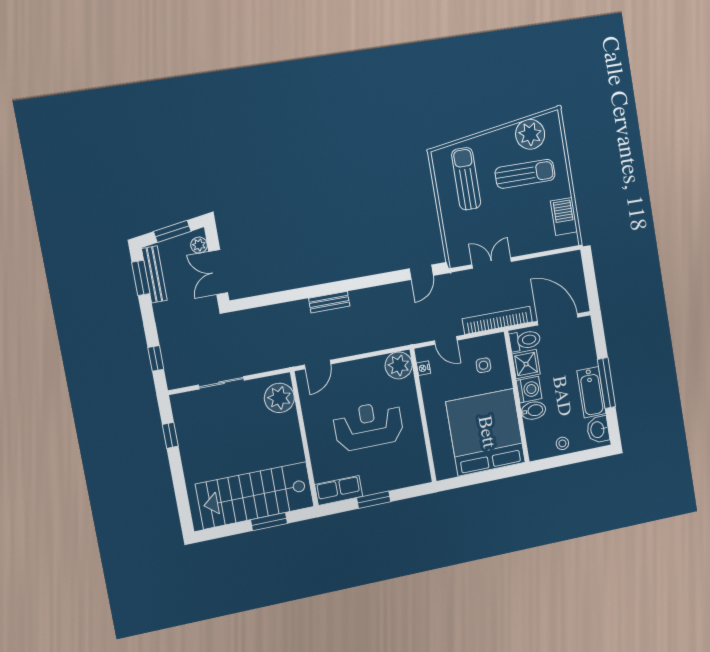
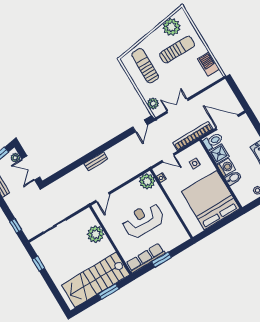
plant: (455, 244) -> (153, 104), added
plant: (279, 398) -> (96, 234), moved
row of seats: (339, 490) -> (146, 258), width x1.48

